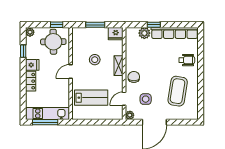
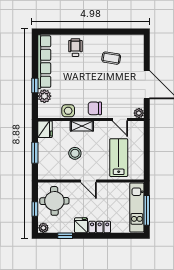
window: (57, 25) -> (35, 209), moved
coffee table: (178, 91) -> (111, 58), width x0.54, depth x0.58
side table: (146, 99) -> (68, 111), moved

